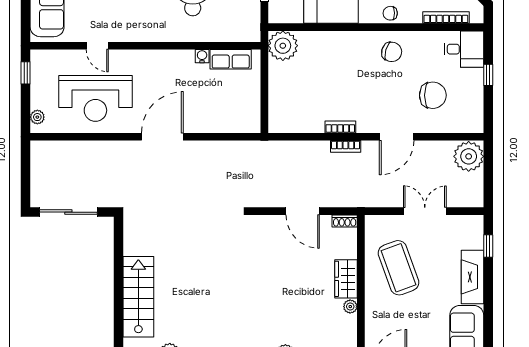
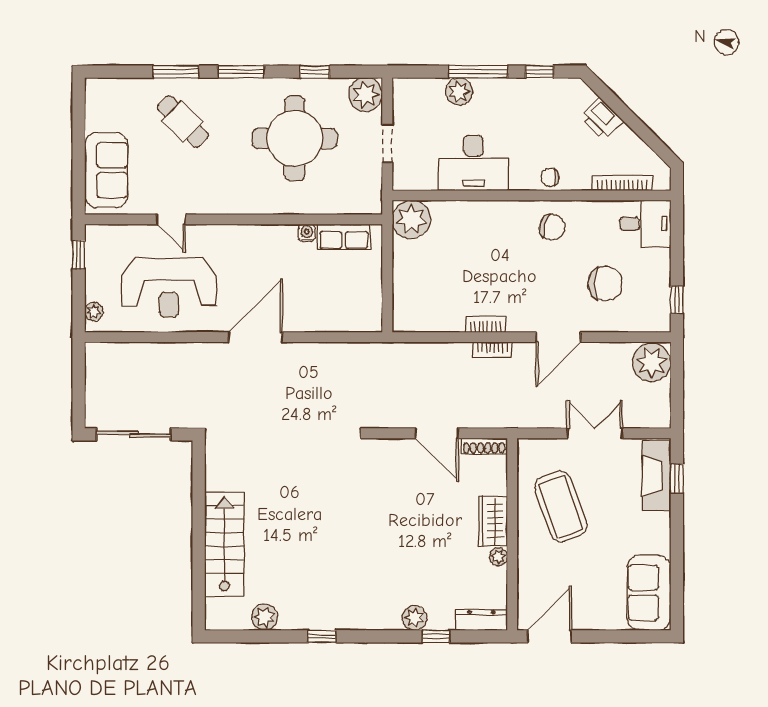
window: (488, 75) -> (677, 300), moved
shoe rack: (345, 221) -> (484, 446), width x1.43
fireplace: (472, 277) -> (656, 476), moved

